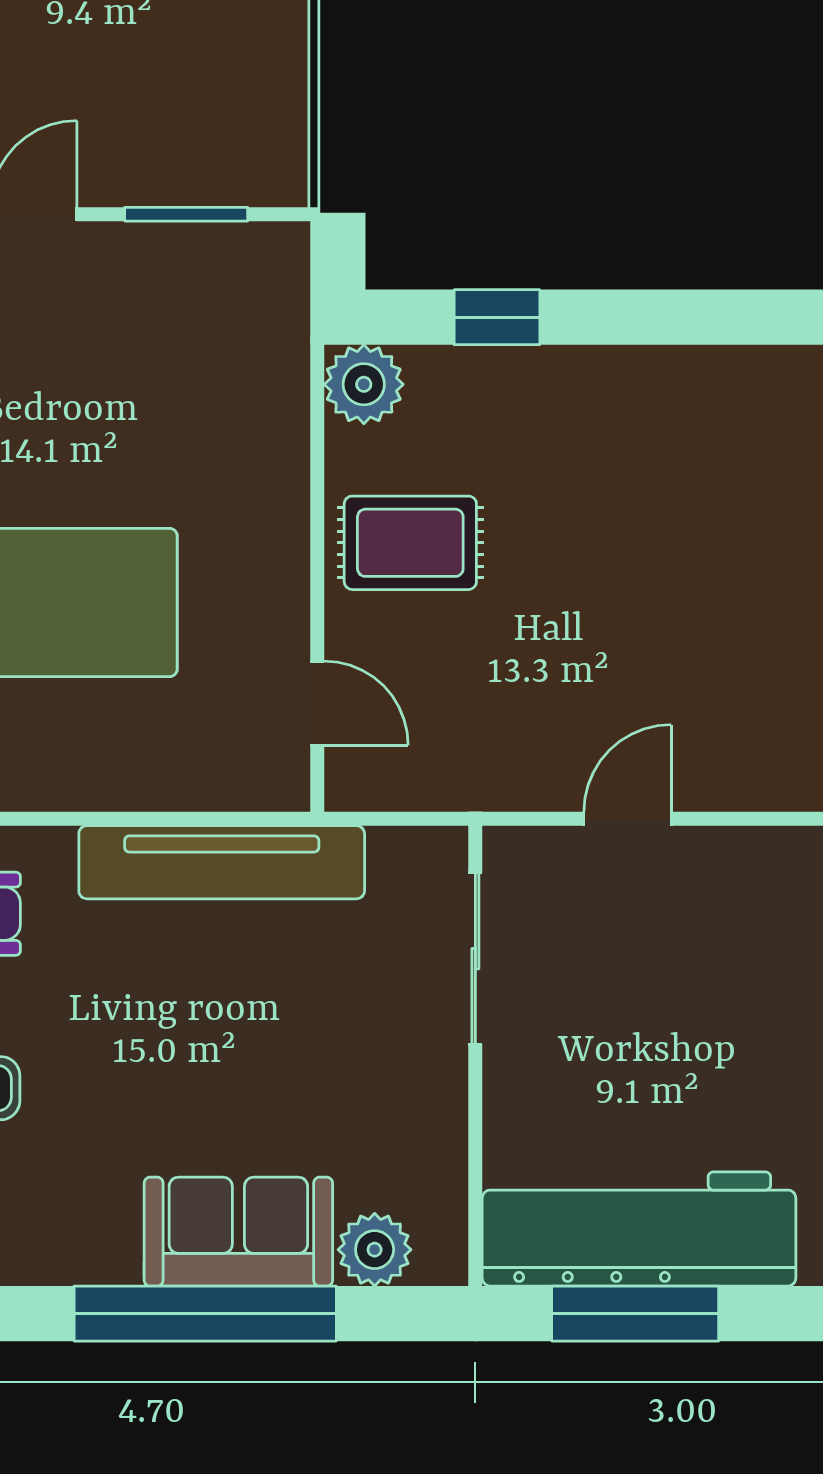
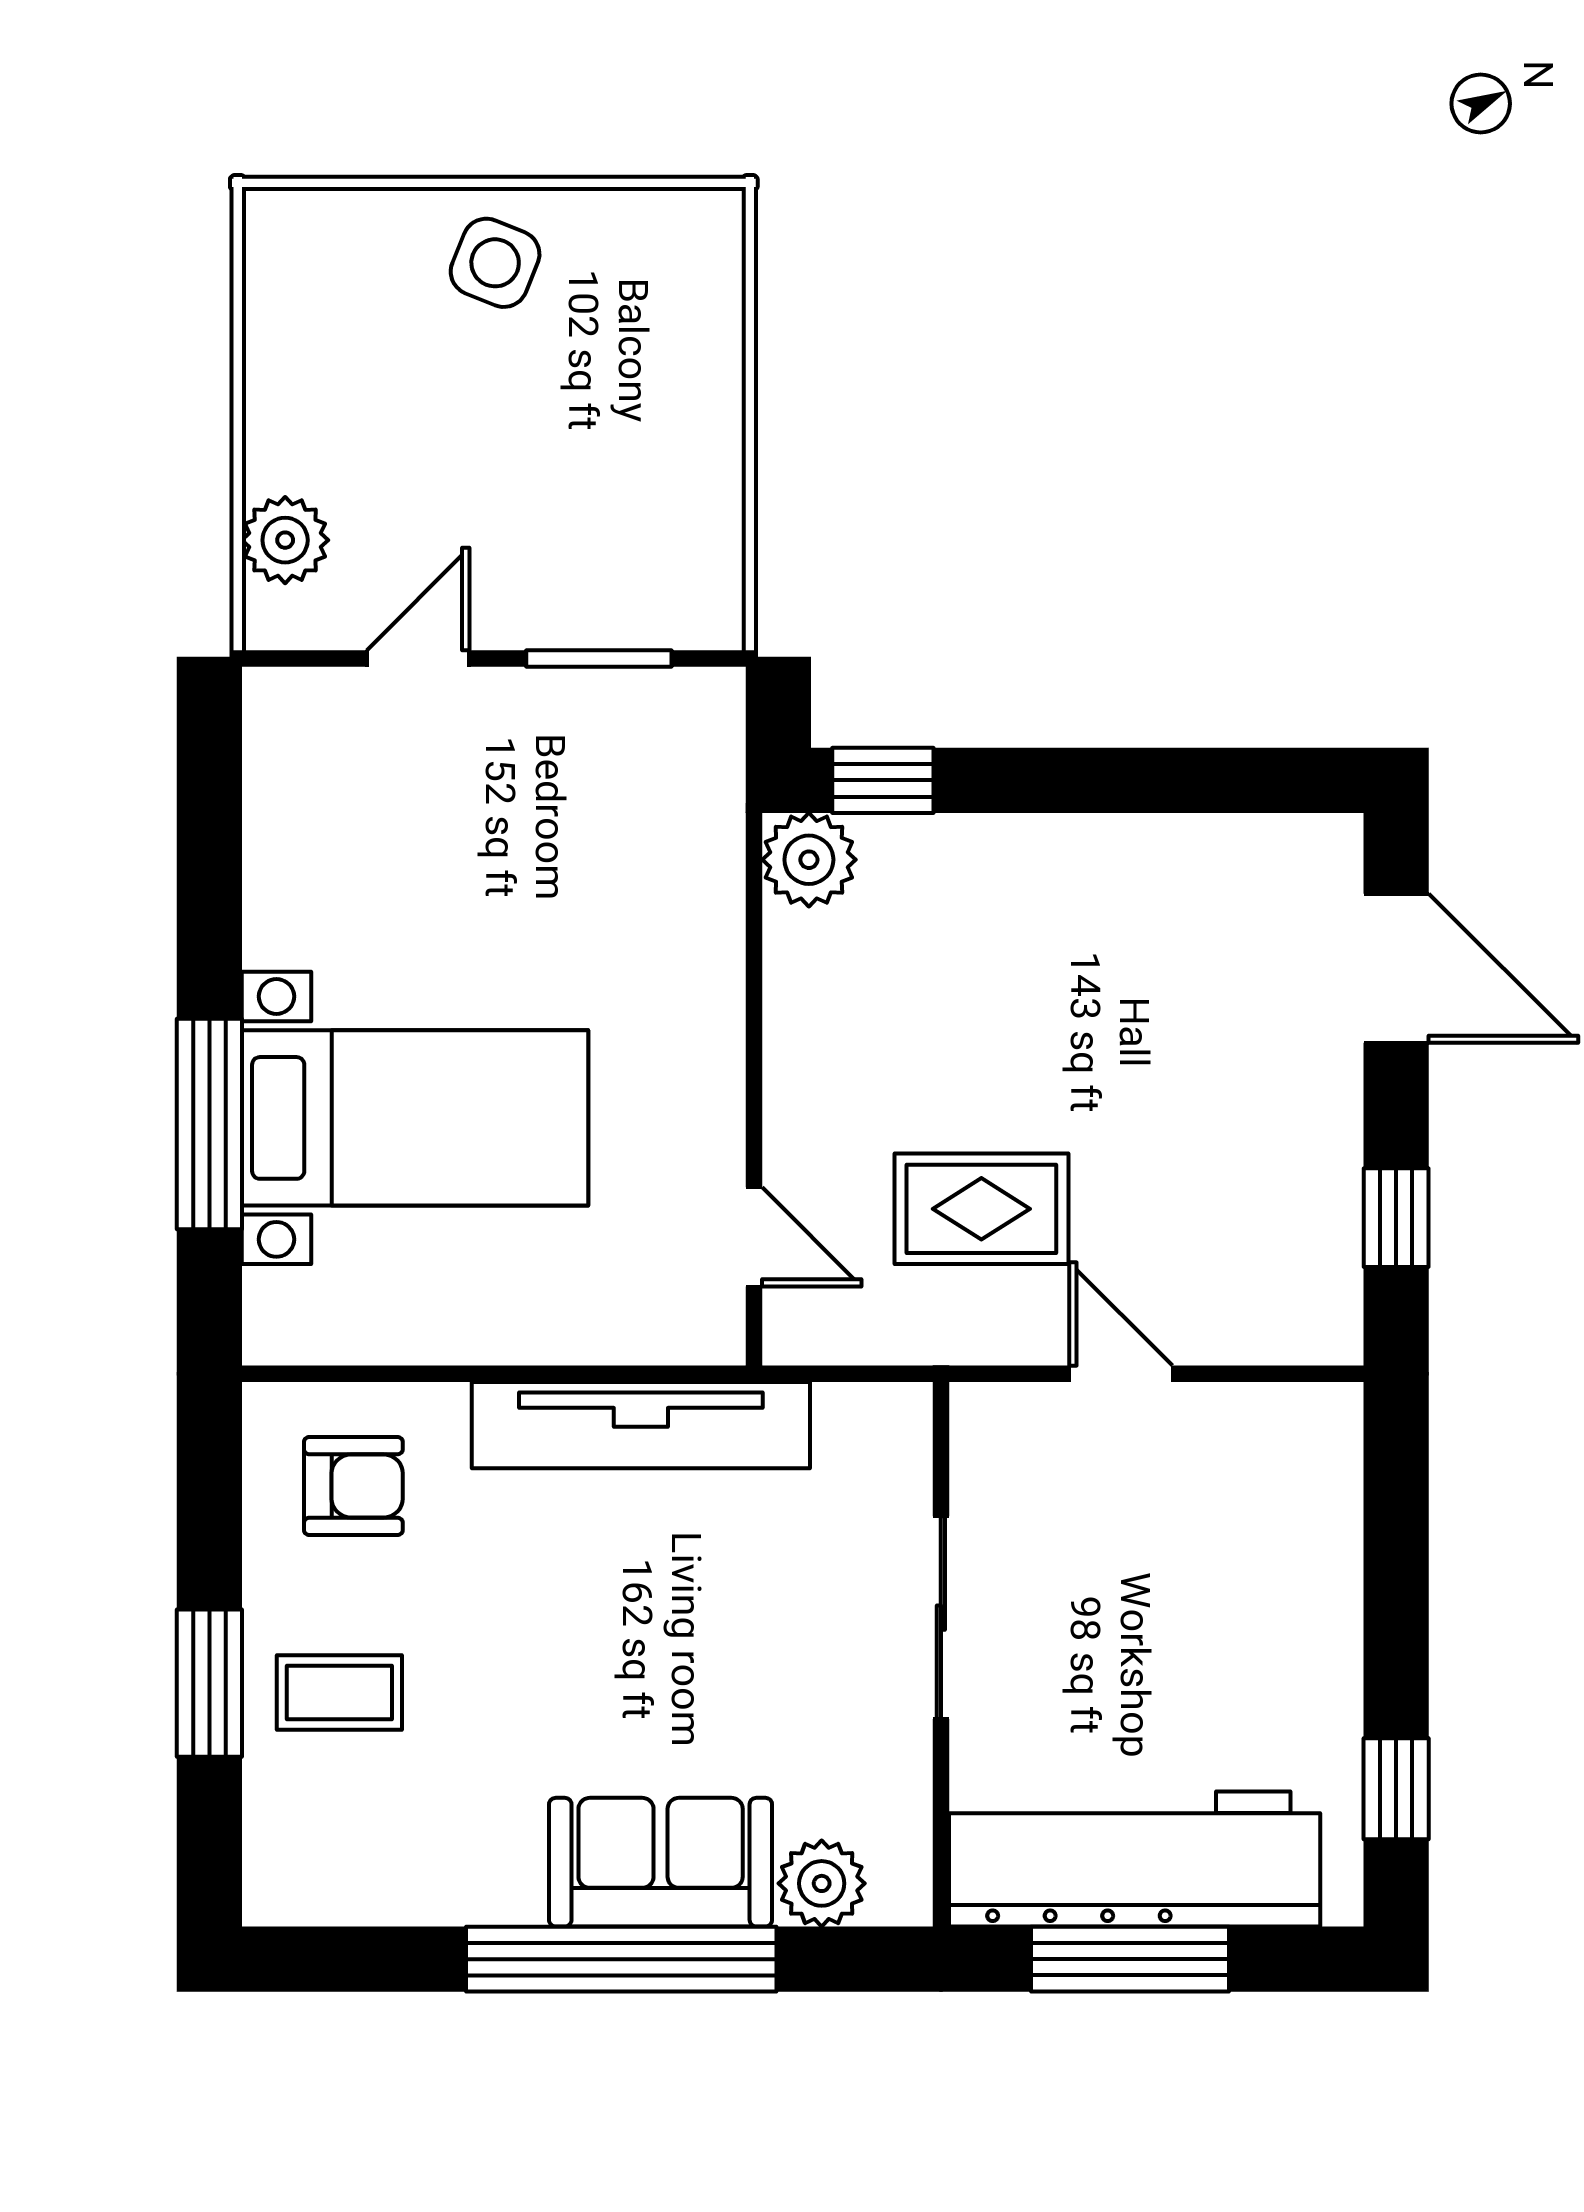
window: (497, 317) -> (883, 780), moved
rug: (410, 543) -> (981, 1209), moved
door: (627, 819) -> (1121, 1374), hinge flipped
sliding door: (475, 959) -> (941, 1618), moved

